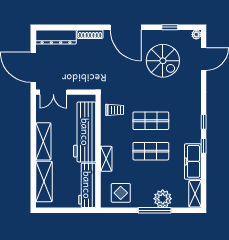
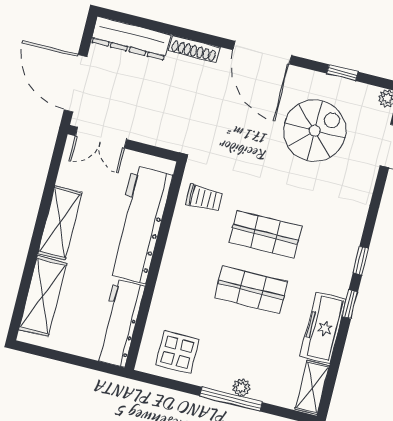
spiral stairs: (163, 61) -> (315, 131), turned -90
shelving: (106, 159) -> (167, 283), removed
plant: (163, 199) -> (242, 388), width x0.53, depth x0.53

